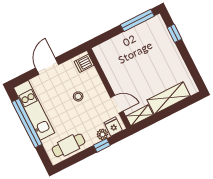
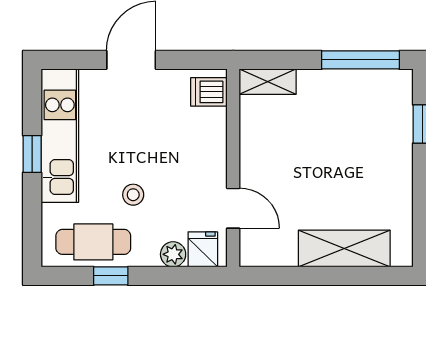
stool: (78, 96) -> (133, 195), moved
shelving: (140, 115) -> (268, 82), moved
window: (27, 123) -> (32, 154), width x0.32
window: (102, 145) -> (111, 276), moved

